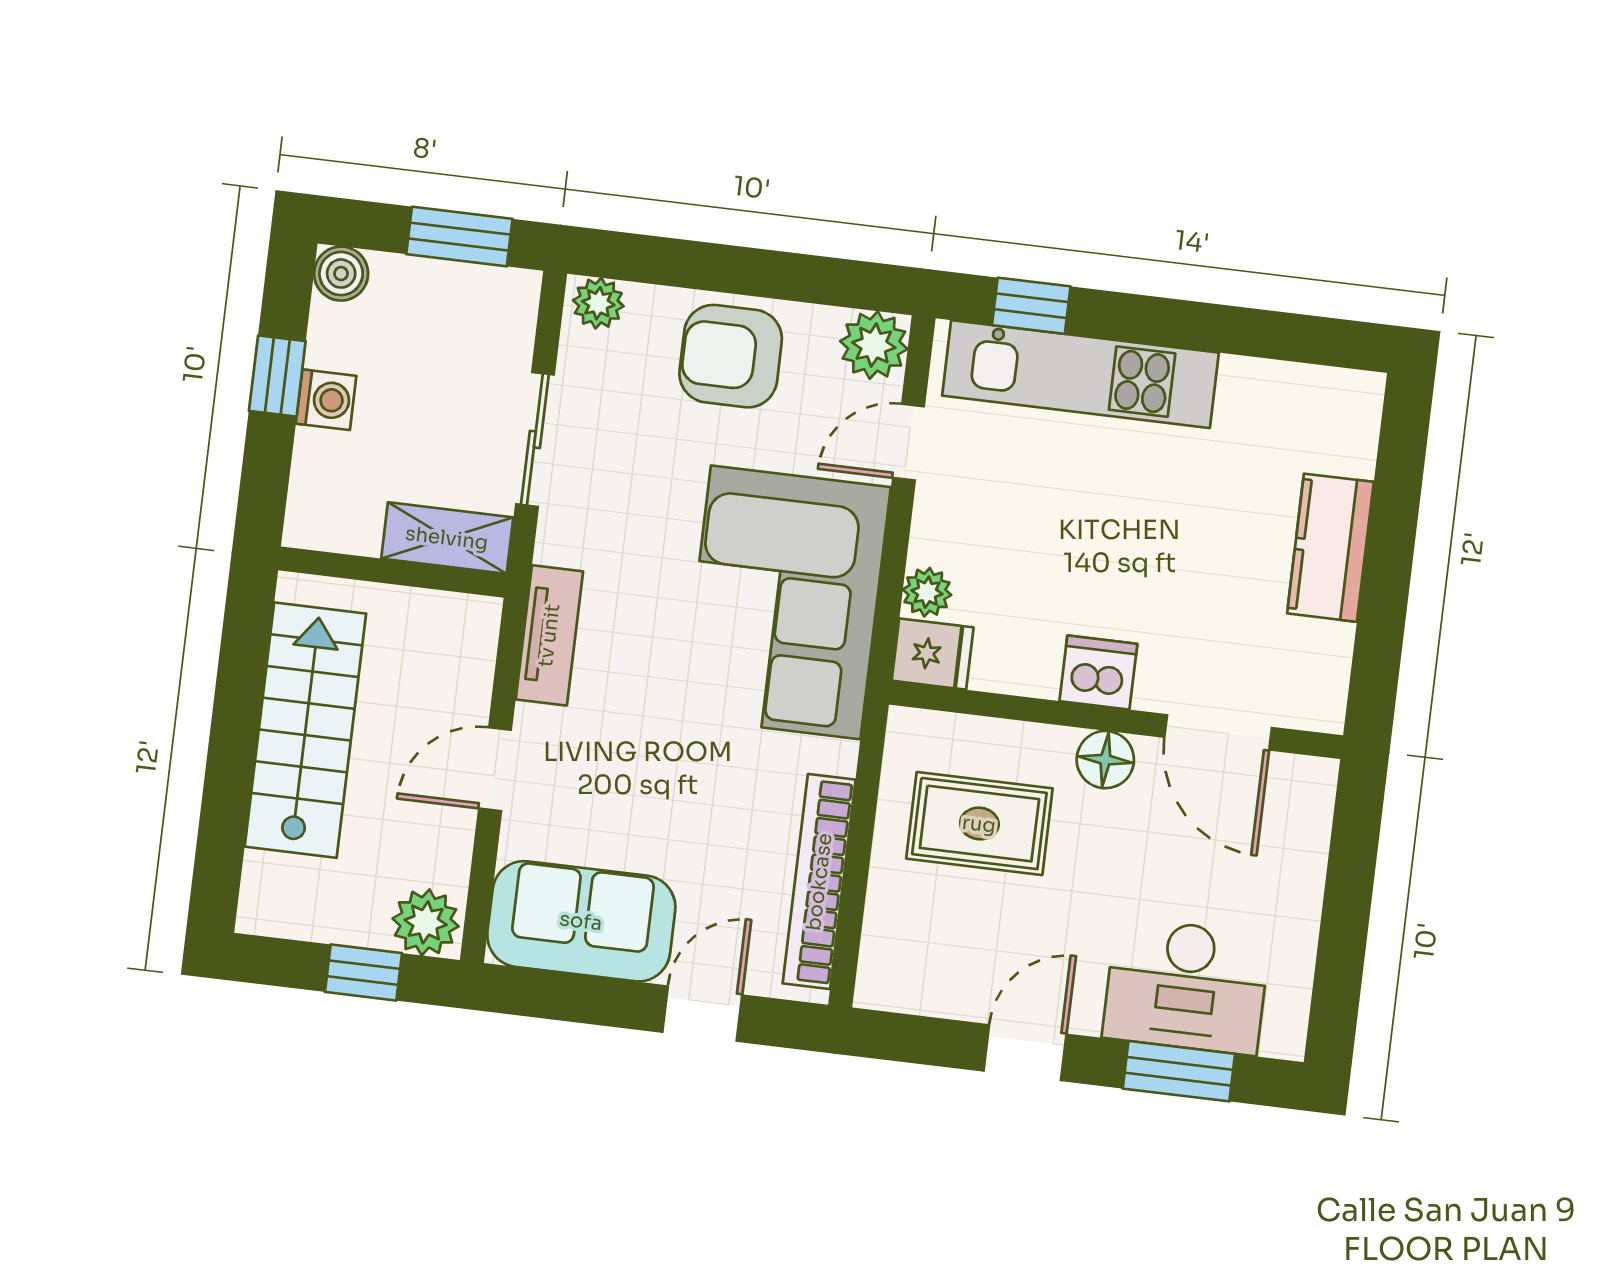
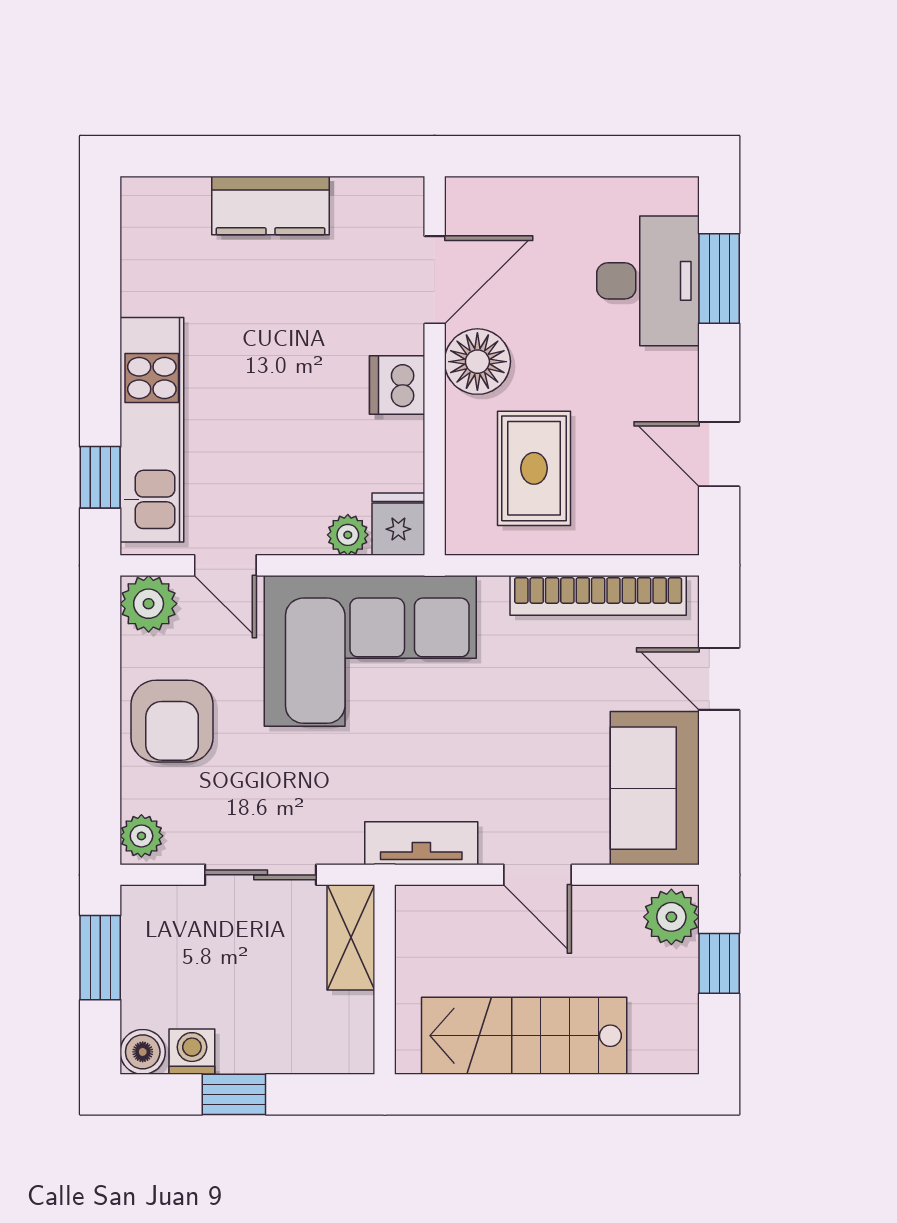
washing machine: (326, 400) -> (192, 1052), moved
floor lamp: (1105, 760) -> (477, 362), width x1.38, depth x1.38
door: (1025, 1053) -> (719, 454), moved

